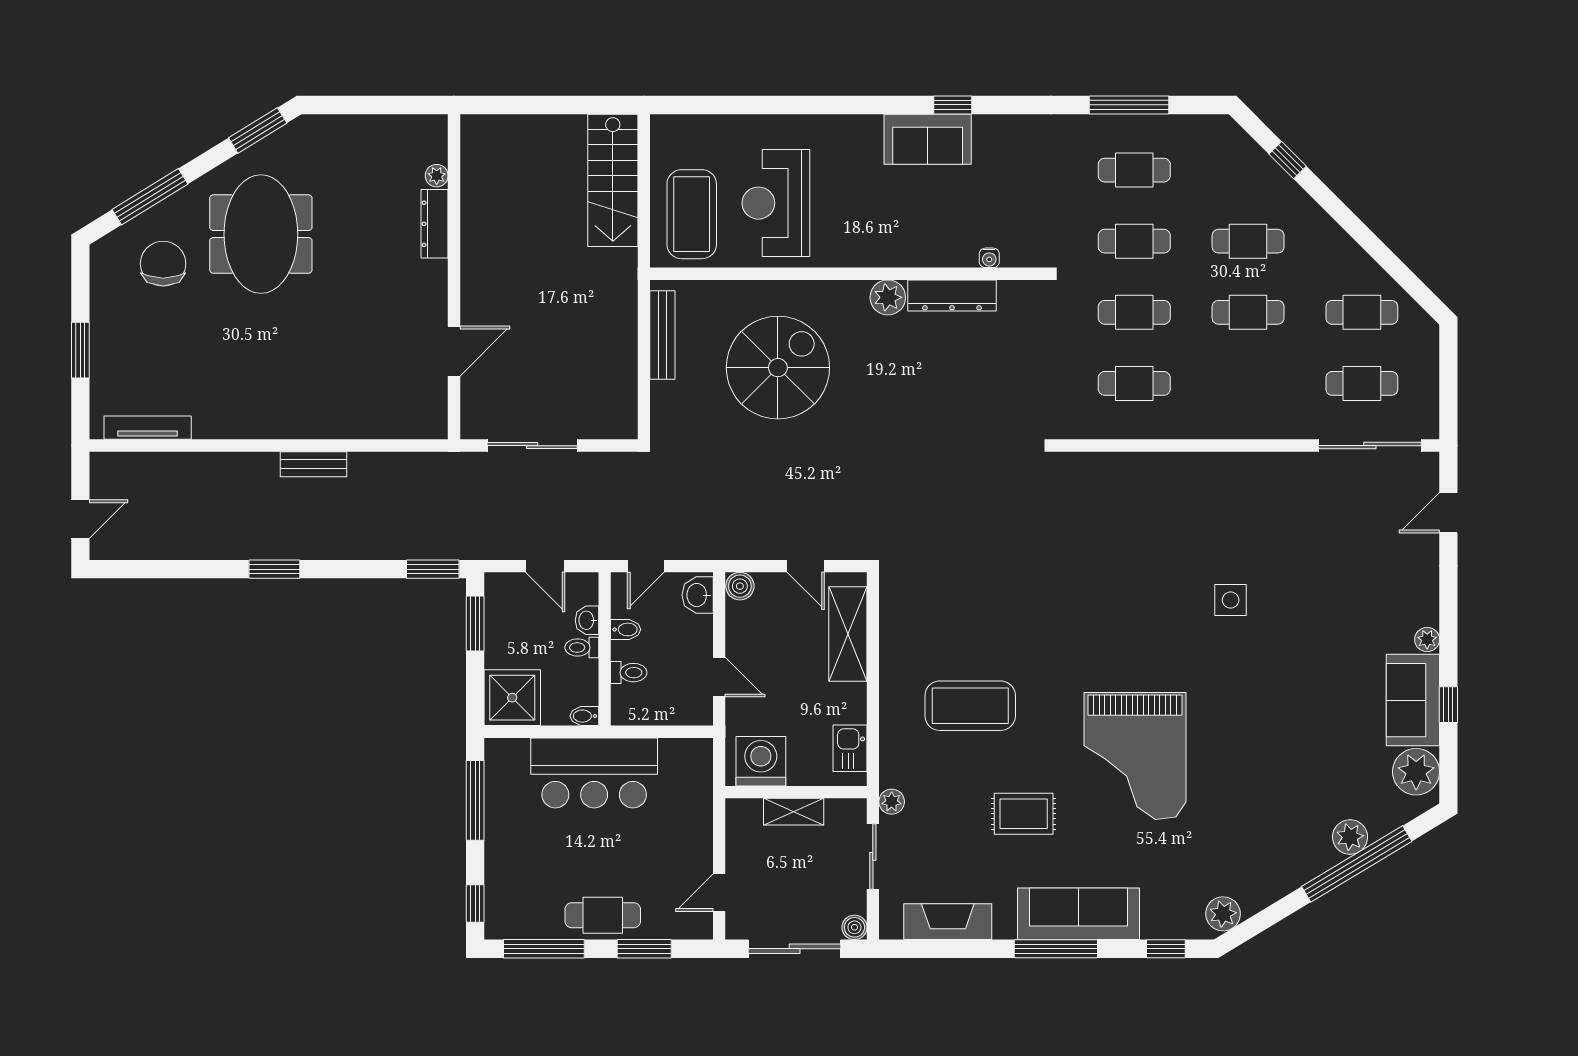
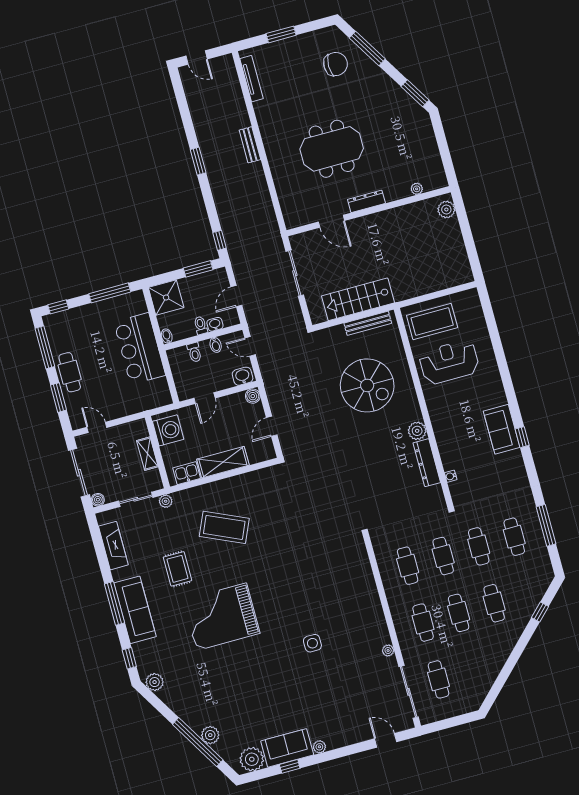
plant: (490, 131) -> (446, 210), added
stairs: (613, 180) -> (358, 299), moved
dresser: (435, 224) -> (366, 201), moved
meeting table: (261, 234) -> (332, 149), moved
cafe table: (1362, 312) -> (423, 623), moved
plant: (1282, 463) -> (388, 650), added
bench: (313, 464) -> (250, 145), moved
window: (433, 569) -> (220, 240), width x0.67
shelving: (848, 634) -> (223, 462), moved
coffee table: (970, 706) -> (224, 527), turned -66

